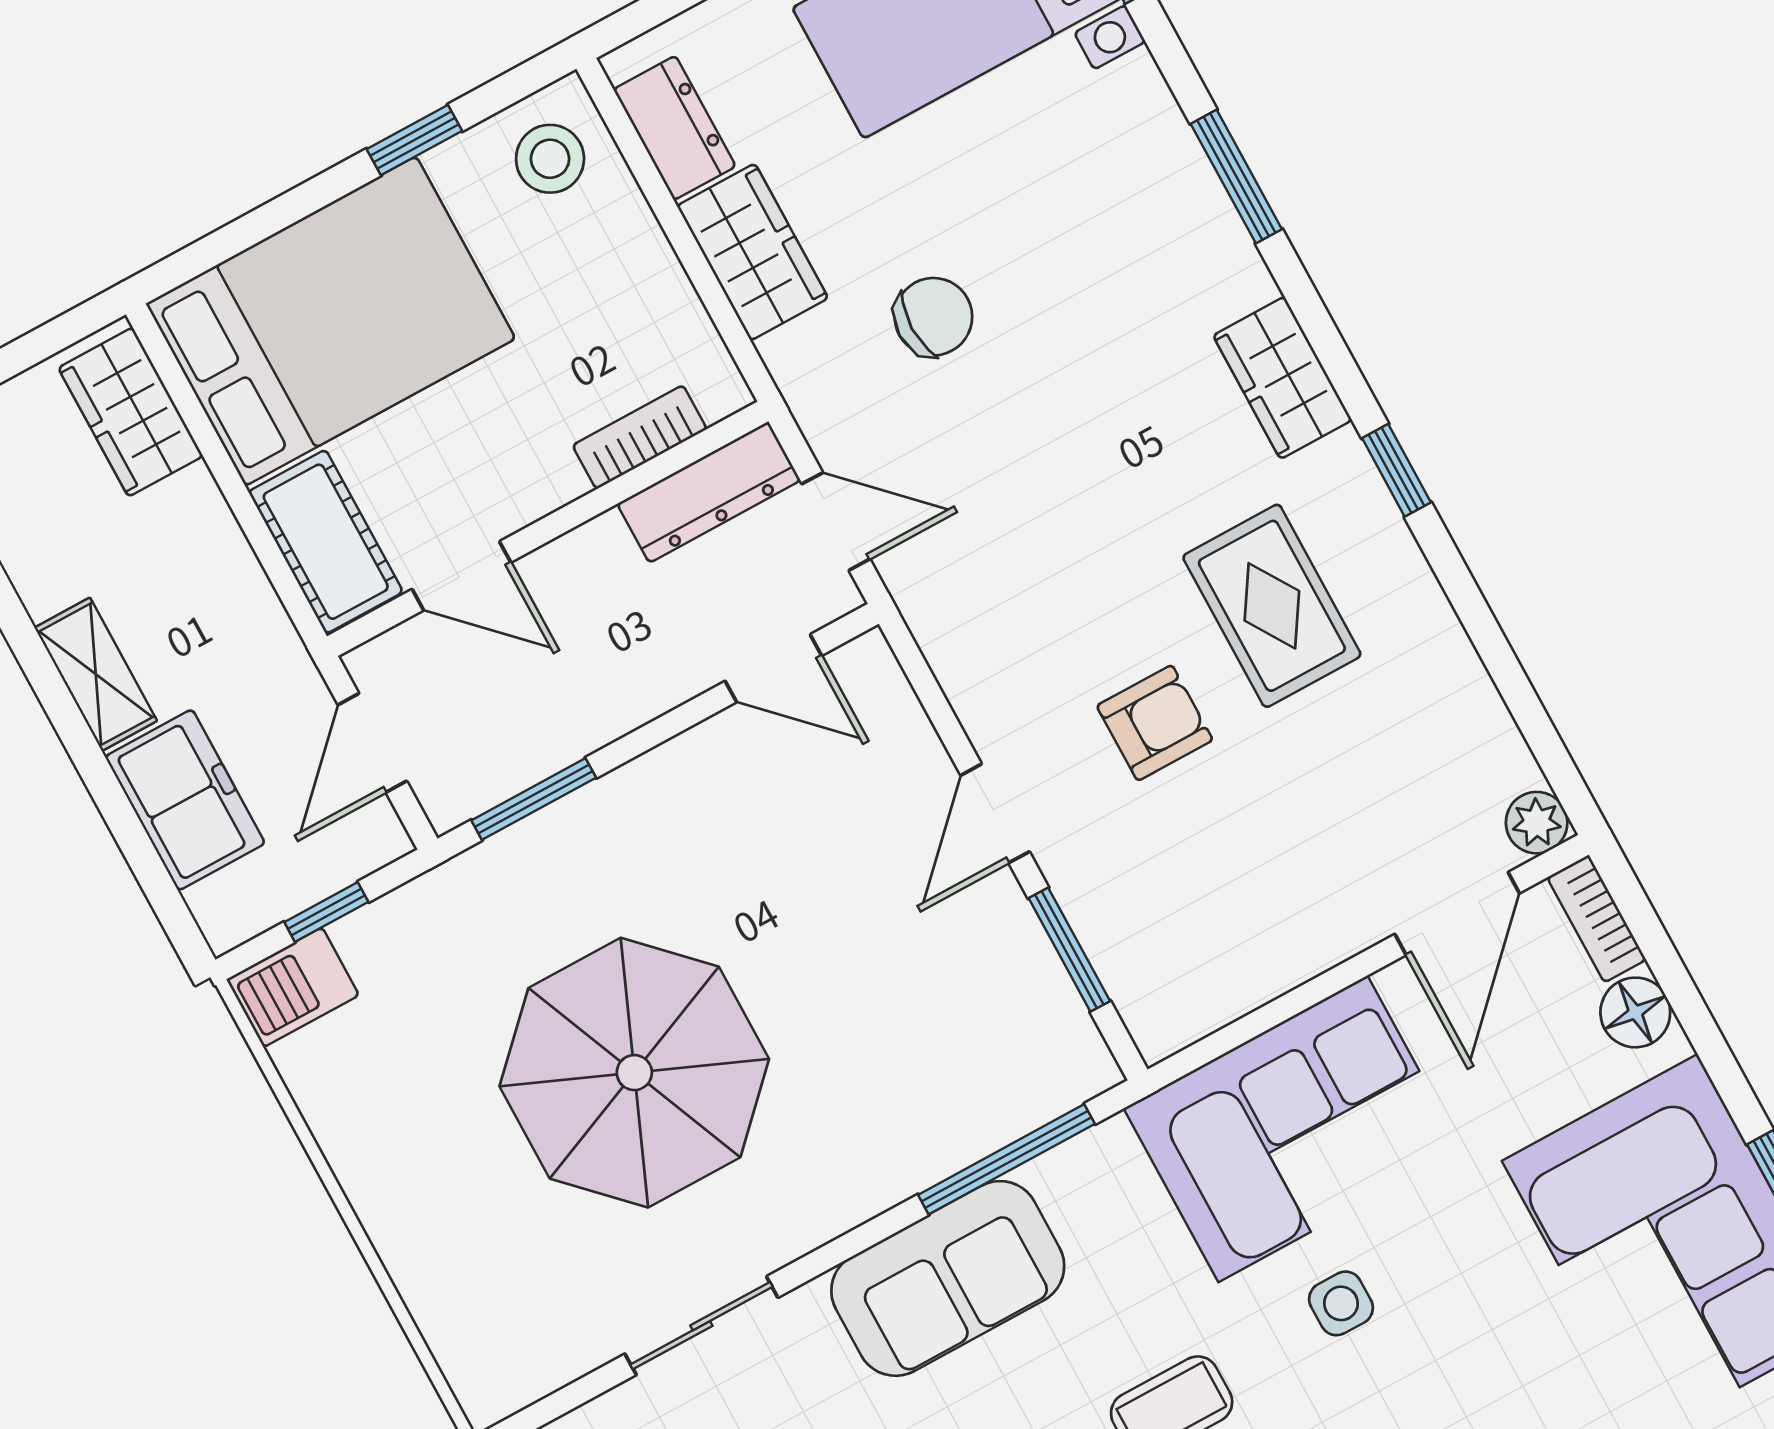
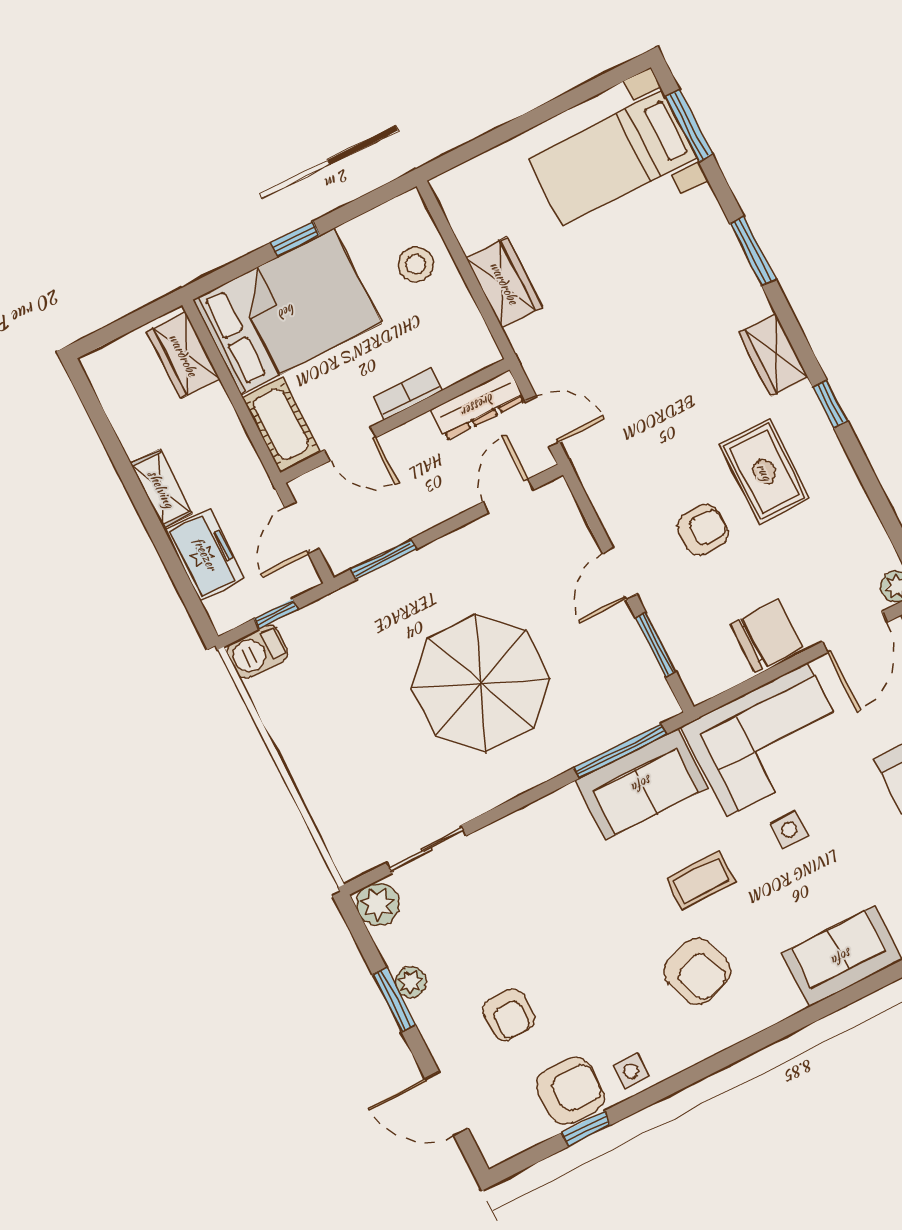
dresser: (675, 128) -> (466, 218), removed
window: (414, 140) -> (295, 239), moved
stool: (550, 159) -> (416, 264), moved
chair: (933, 317) -> (767, 636), moved, width x1.37, depth x1.37
bookcase: (640, 437) -> (408, 394), moved
door: (773, 668) -> (508, 496), swing flipped
parasol: (634, 1073) -> (481, 683), moved
sofa: (948, 1278) -> (642, 784), moved
sliding door: (701, 1326) -> (427, 849), moved

